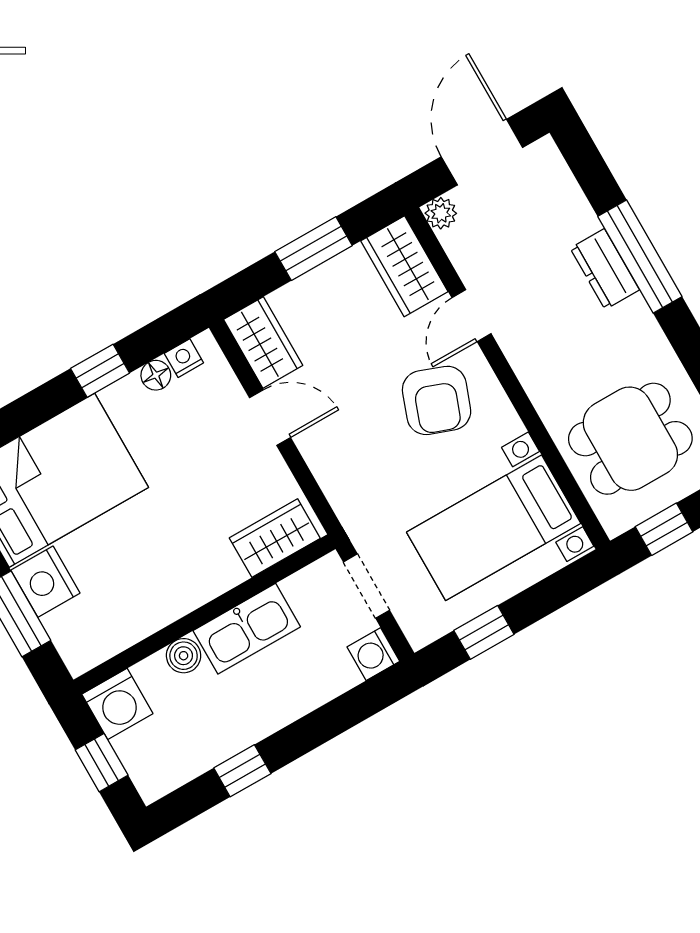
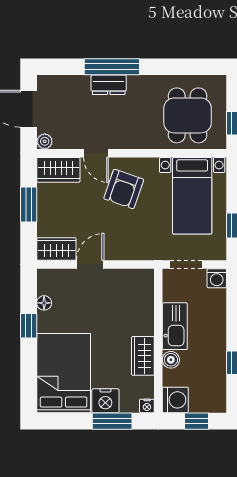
nightstand: (184, 358) -> (147, 406), moved, turned -90
armchair: (437, 400) -> (124, 189), turned 89
wardrobe: (275, 538) -> (143, 356), moved

